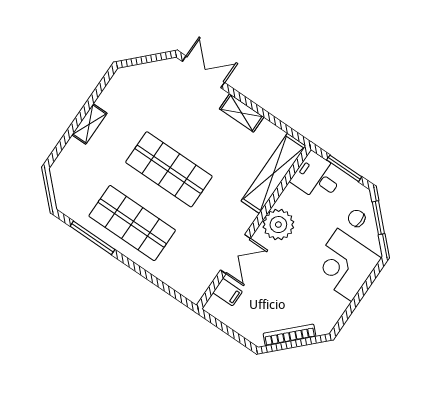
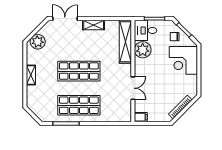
plant: (136, 79) -> (38, 42), added
plant: (278, 225) -> (143, 50), moved
filing cabinet: (228, 292) -> (141, 117), moved

